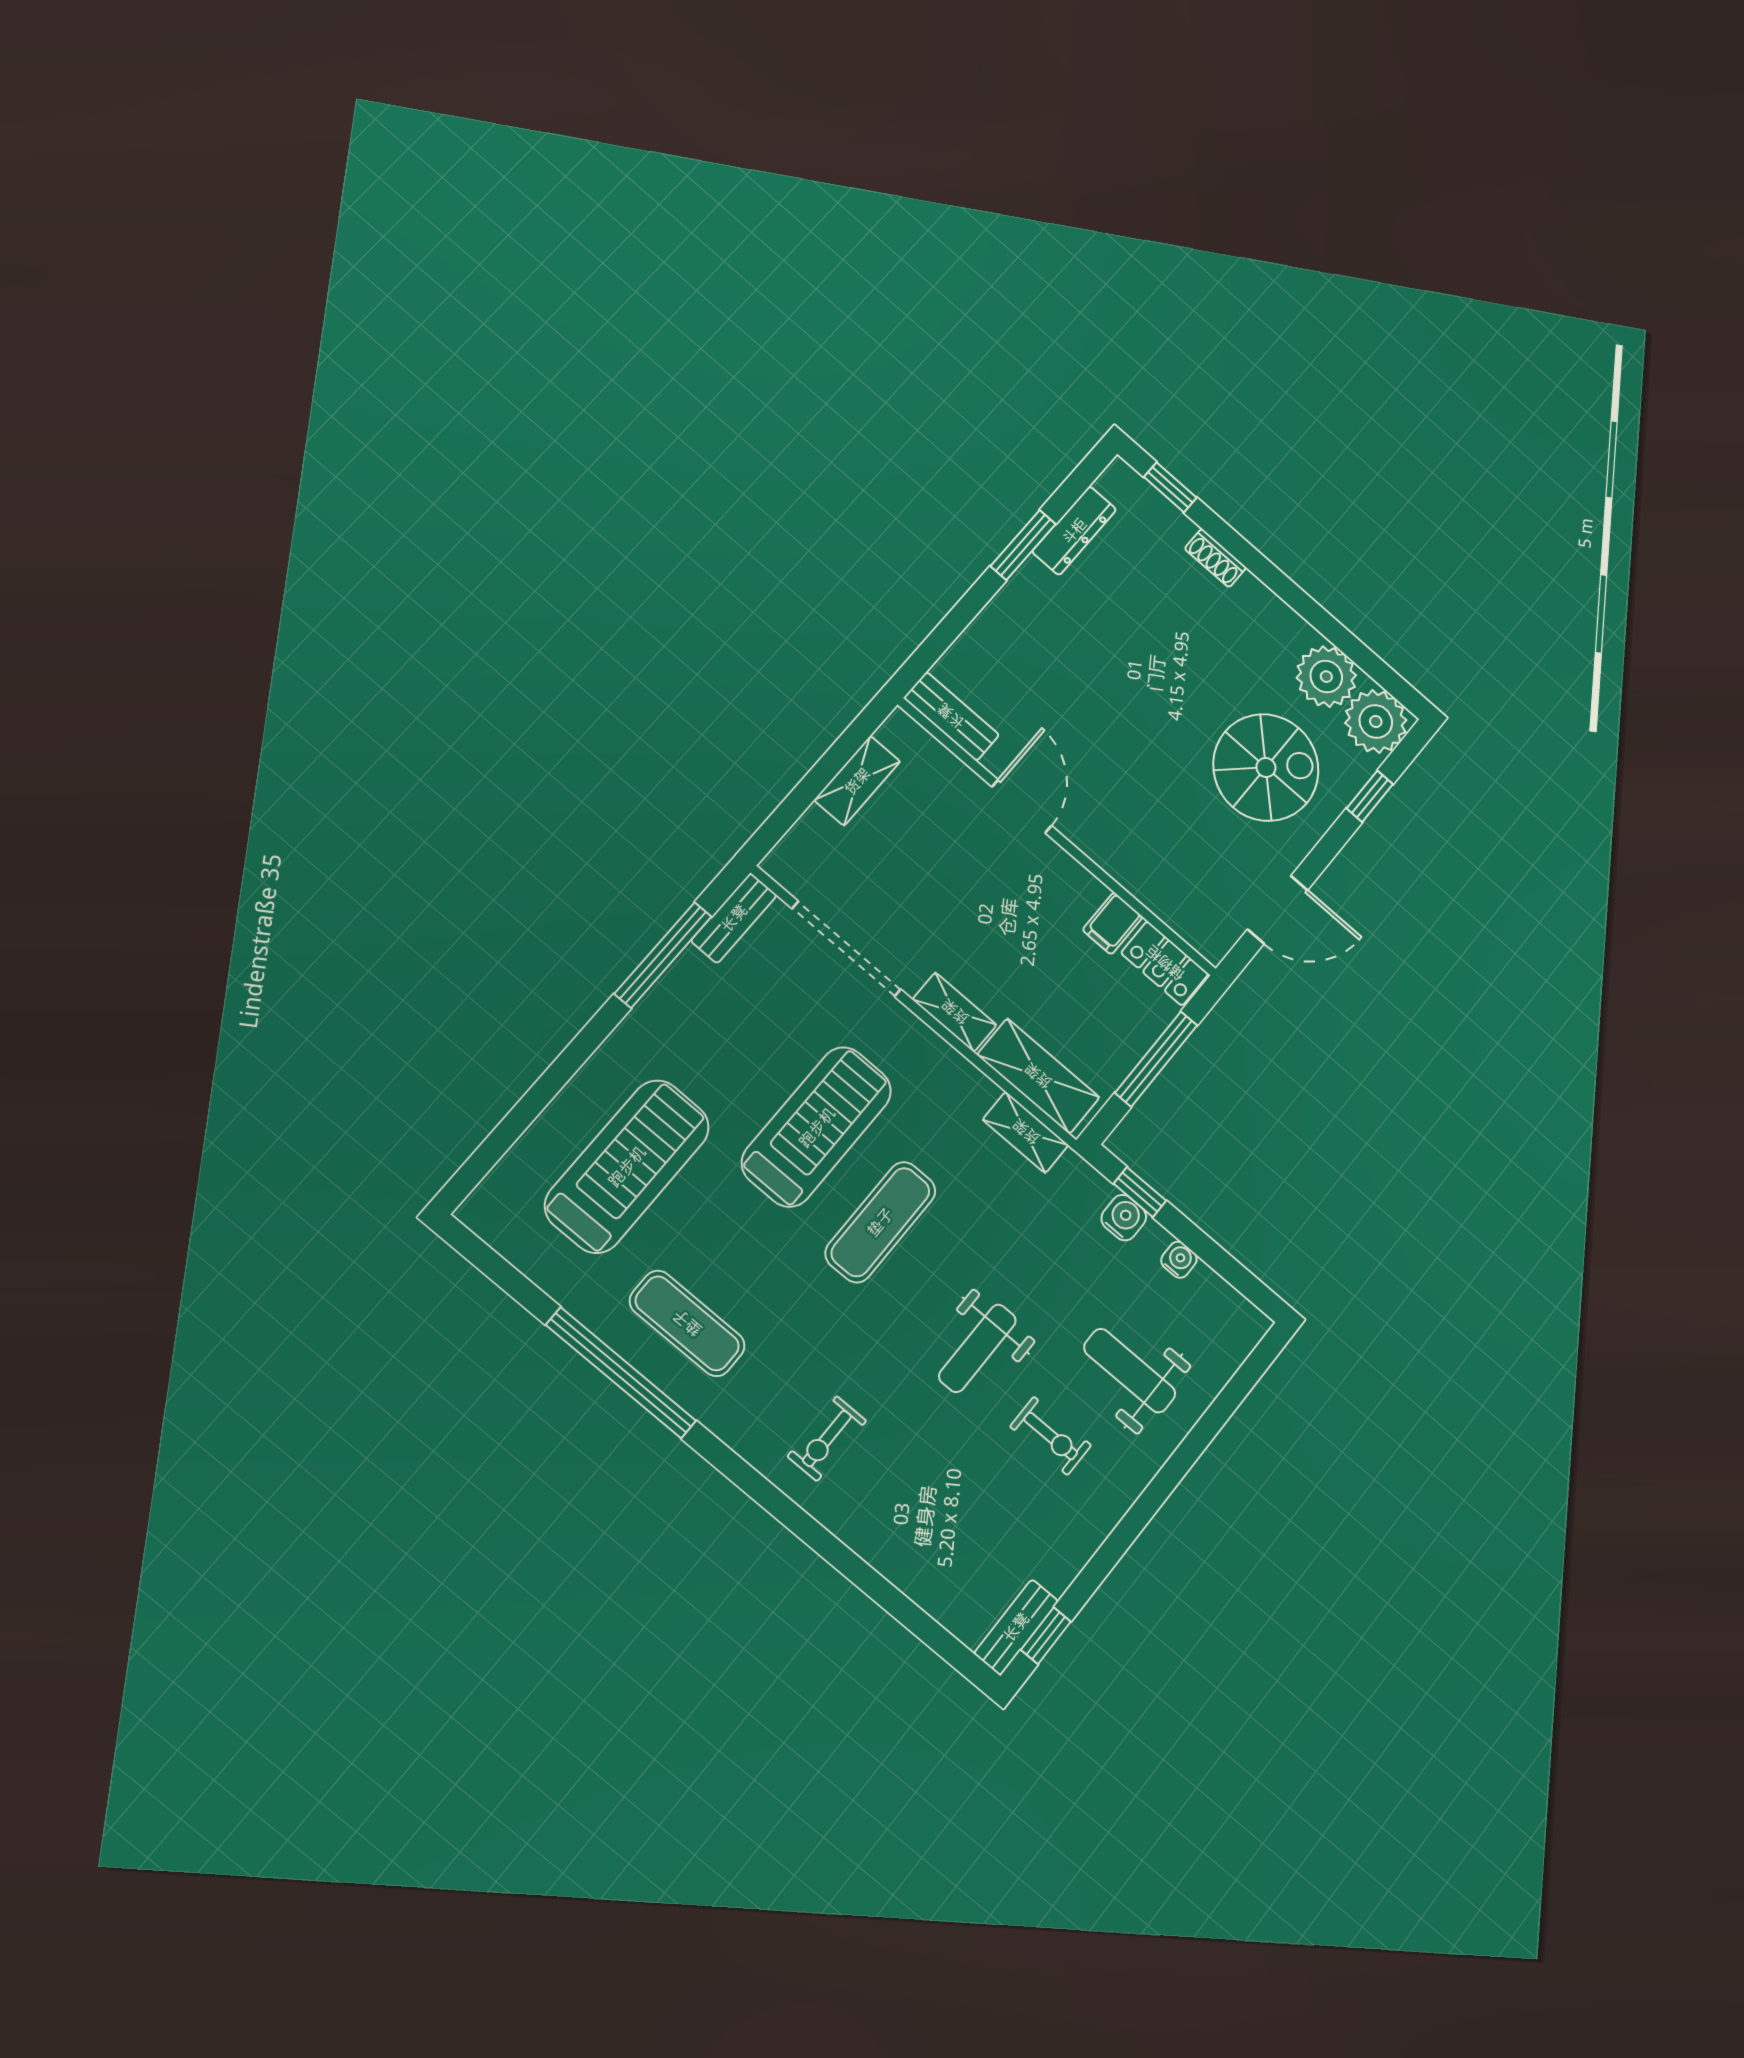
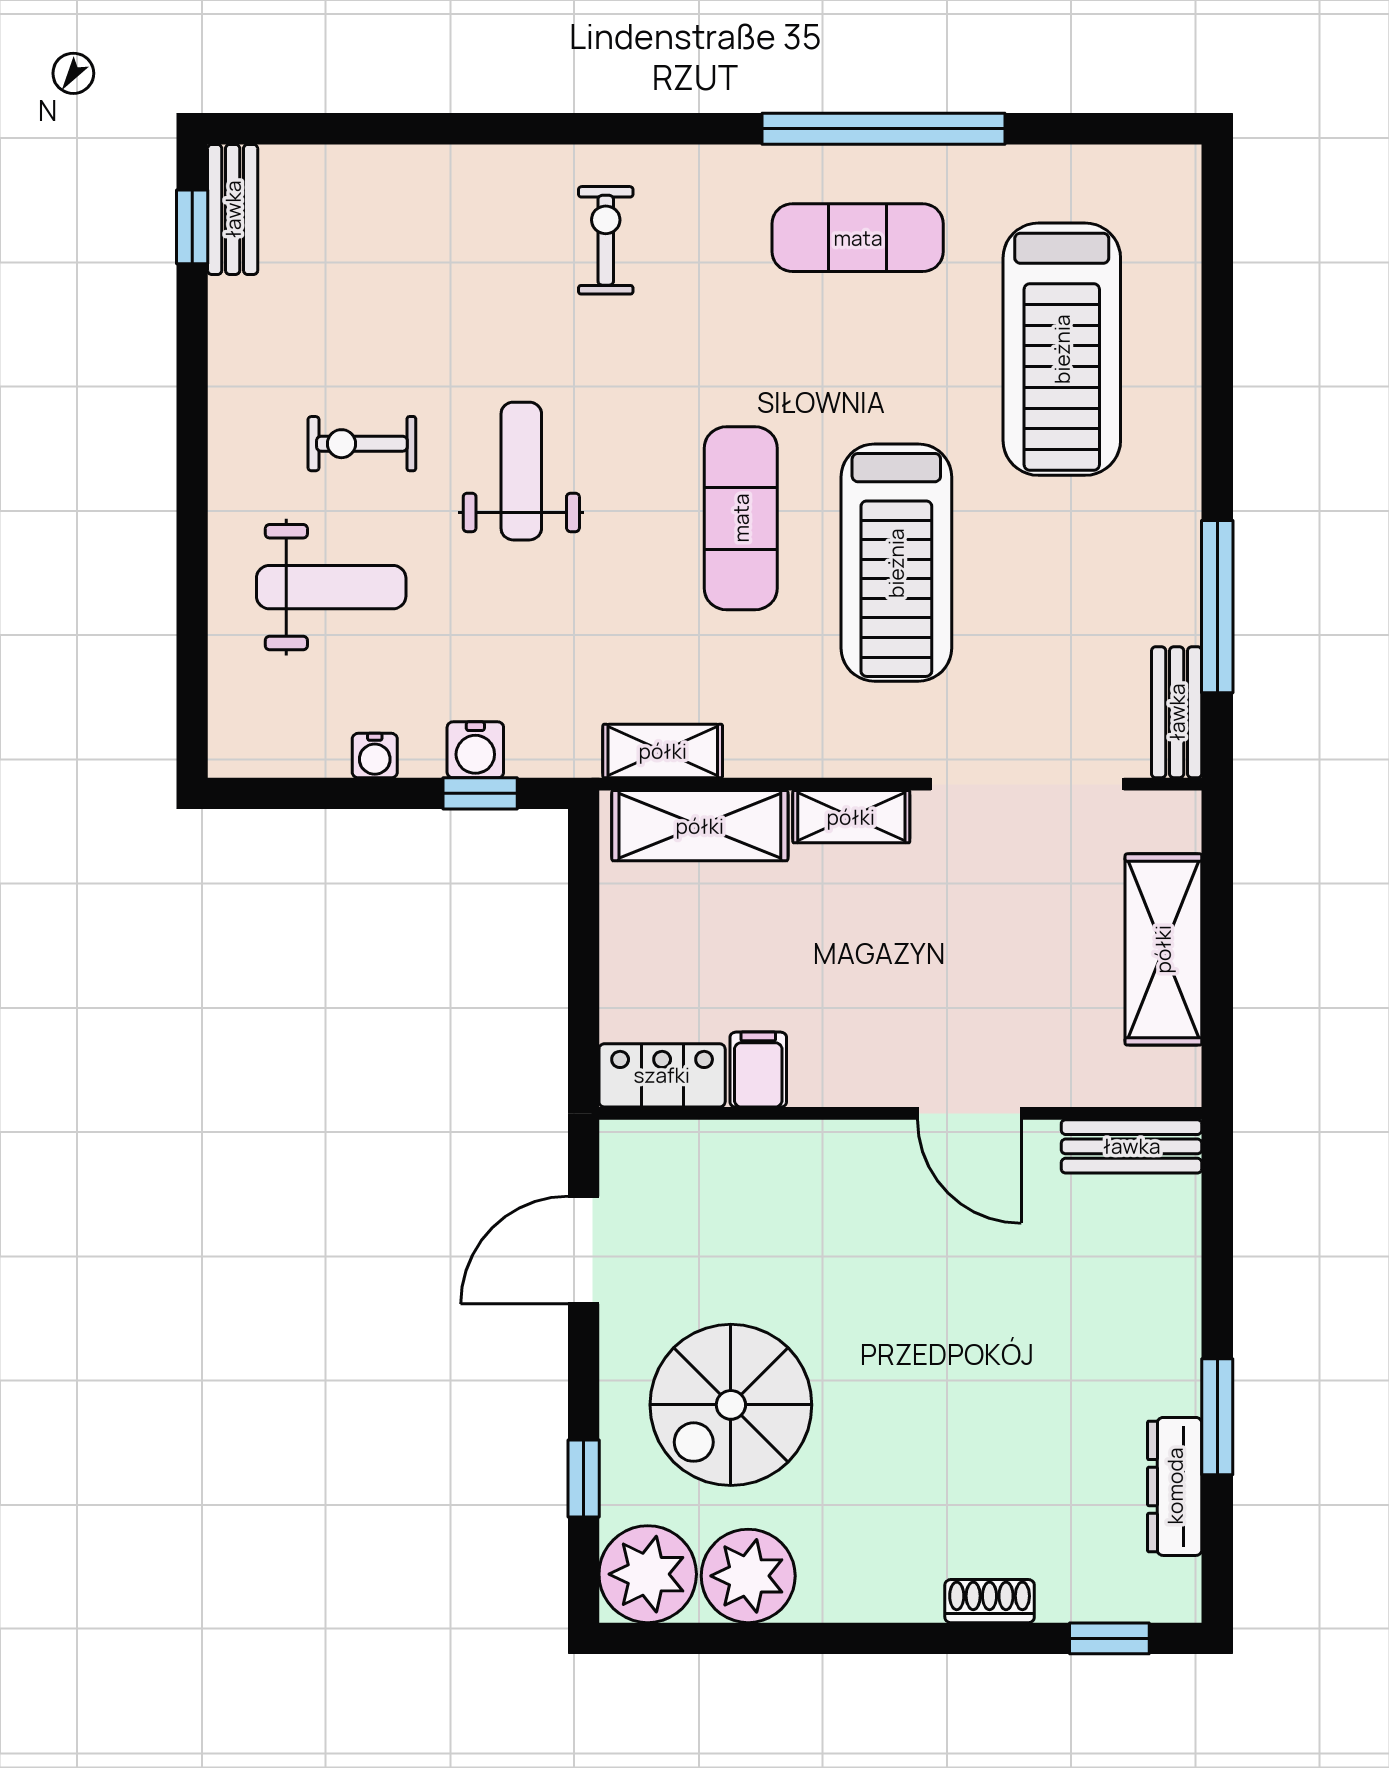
shelving: (857, 781) -> (1163, 949), width x1.50, depth x1.33
window: (1156, 1059) -> (584, 958), removed

